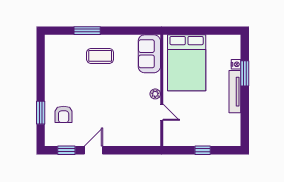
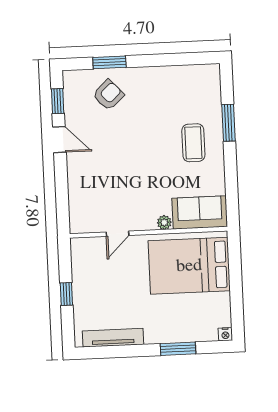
nightstand: (236, 64) -> (225, 334), moved
tv unit: (235, 92) -> (113, 338), moved
plant: (155, 94) -> (164, 222), moved
armchair: (64, 114) -> (108, 95), turned 137

